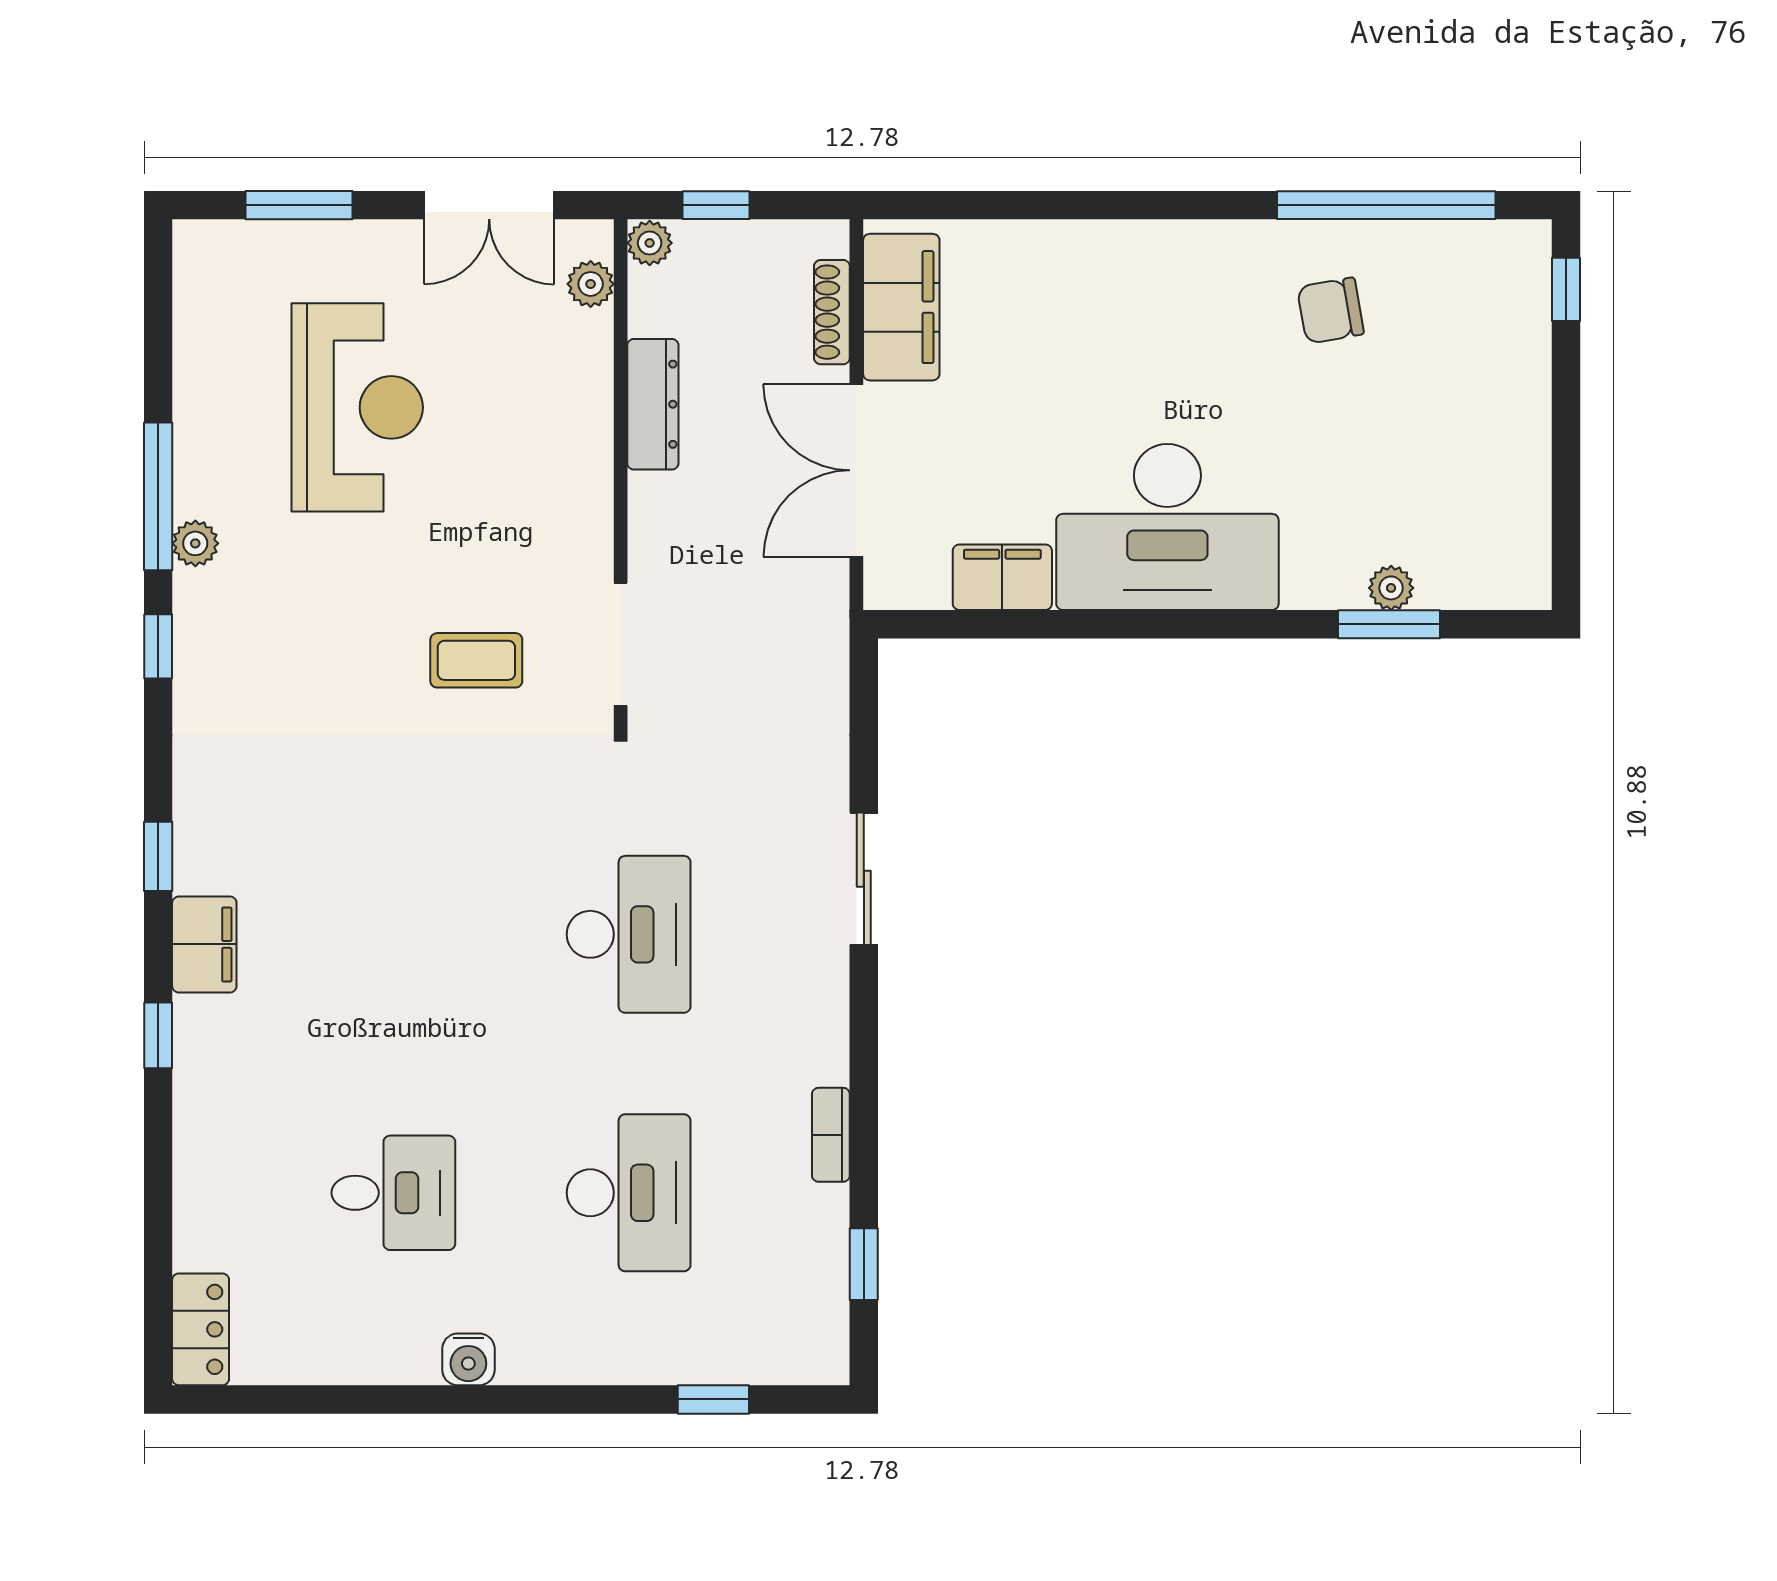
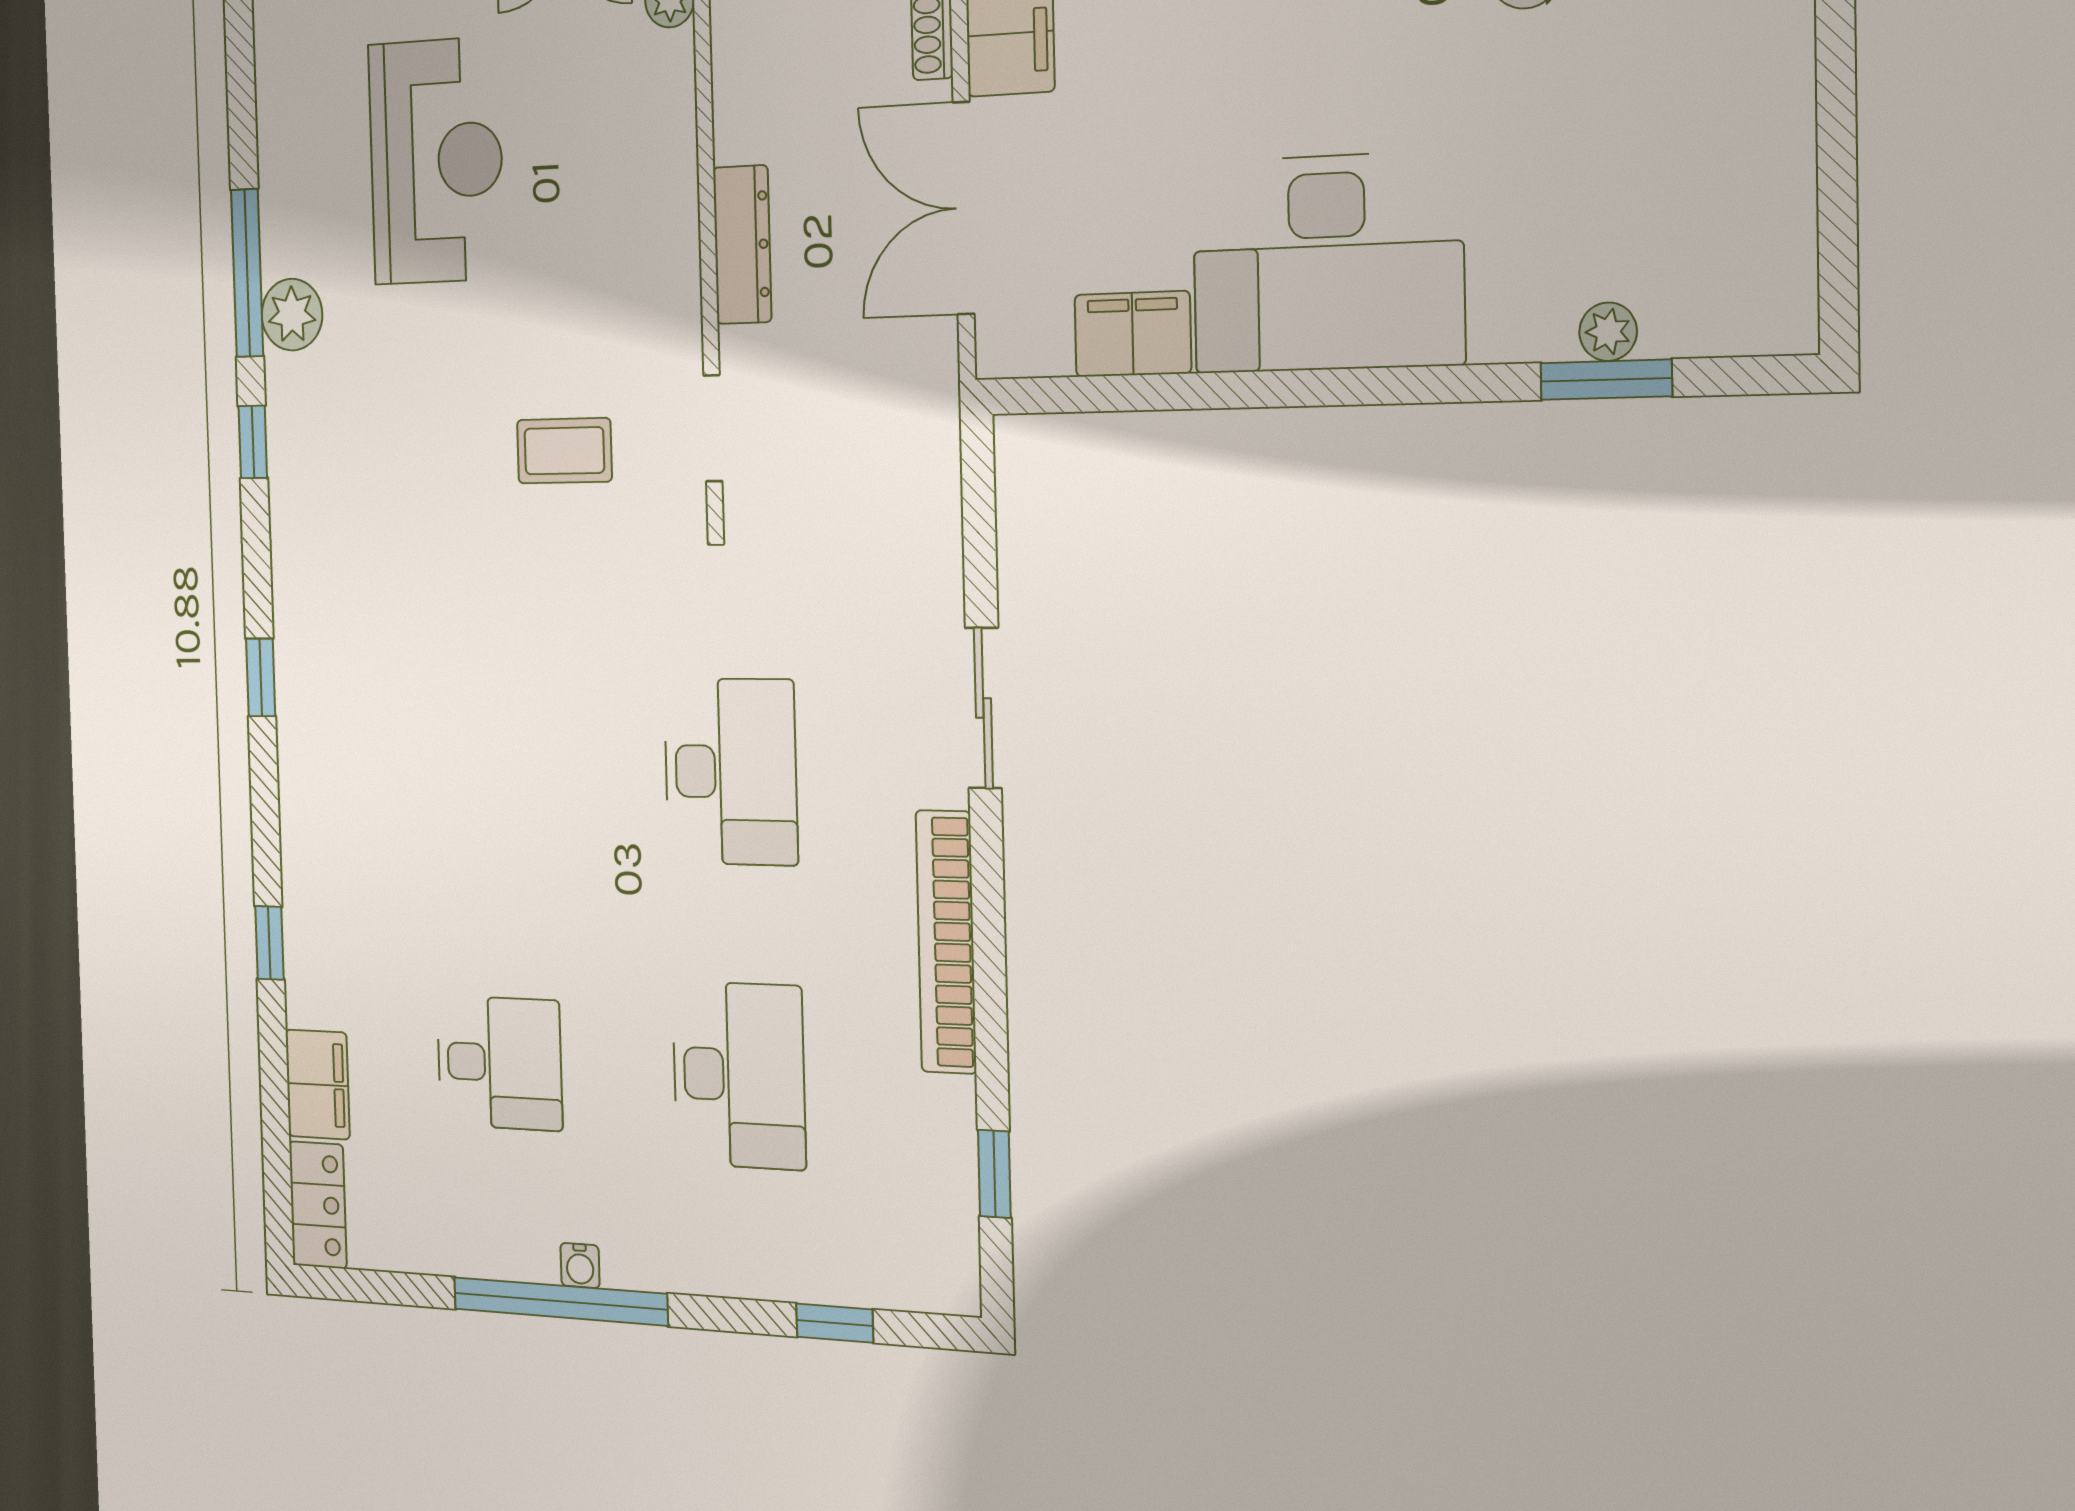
dresser: (653, 404) -> (742, 245), moved
plant: (195, 543) -> (292, 315), width x1.38, depth x1.38
doorway: (621, 644) -> (713, 428), width x0.73
filing cabinet: (204, 944) -> (317, 1084), moved
window: (158, 1035) -> (269, 943), moved
bookcase: (831, 1135) -> (946, 942), width x2.31, depth x1.31
water cooler: (468, 1359) -> (580, 1265), width x0.72, depth x0.72
window: (447, 1399) -> (560, 1301), added

